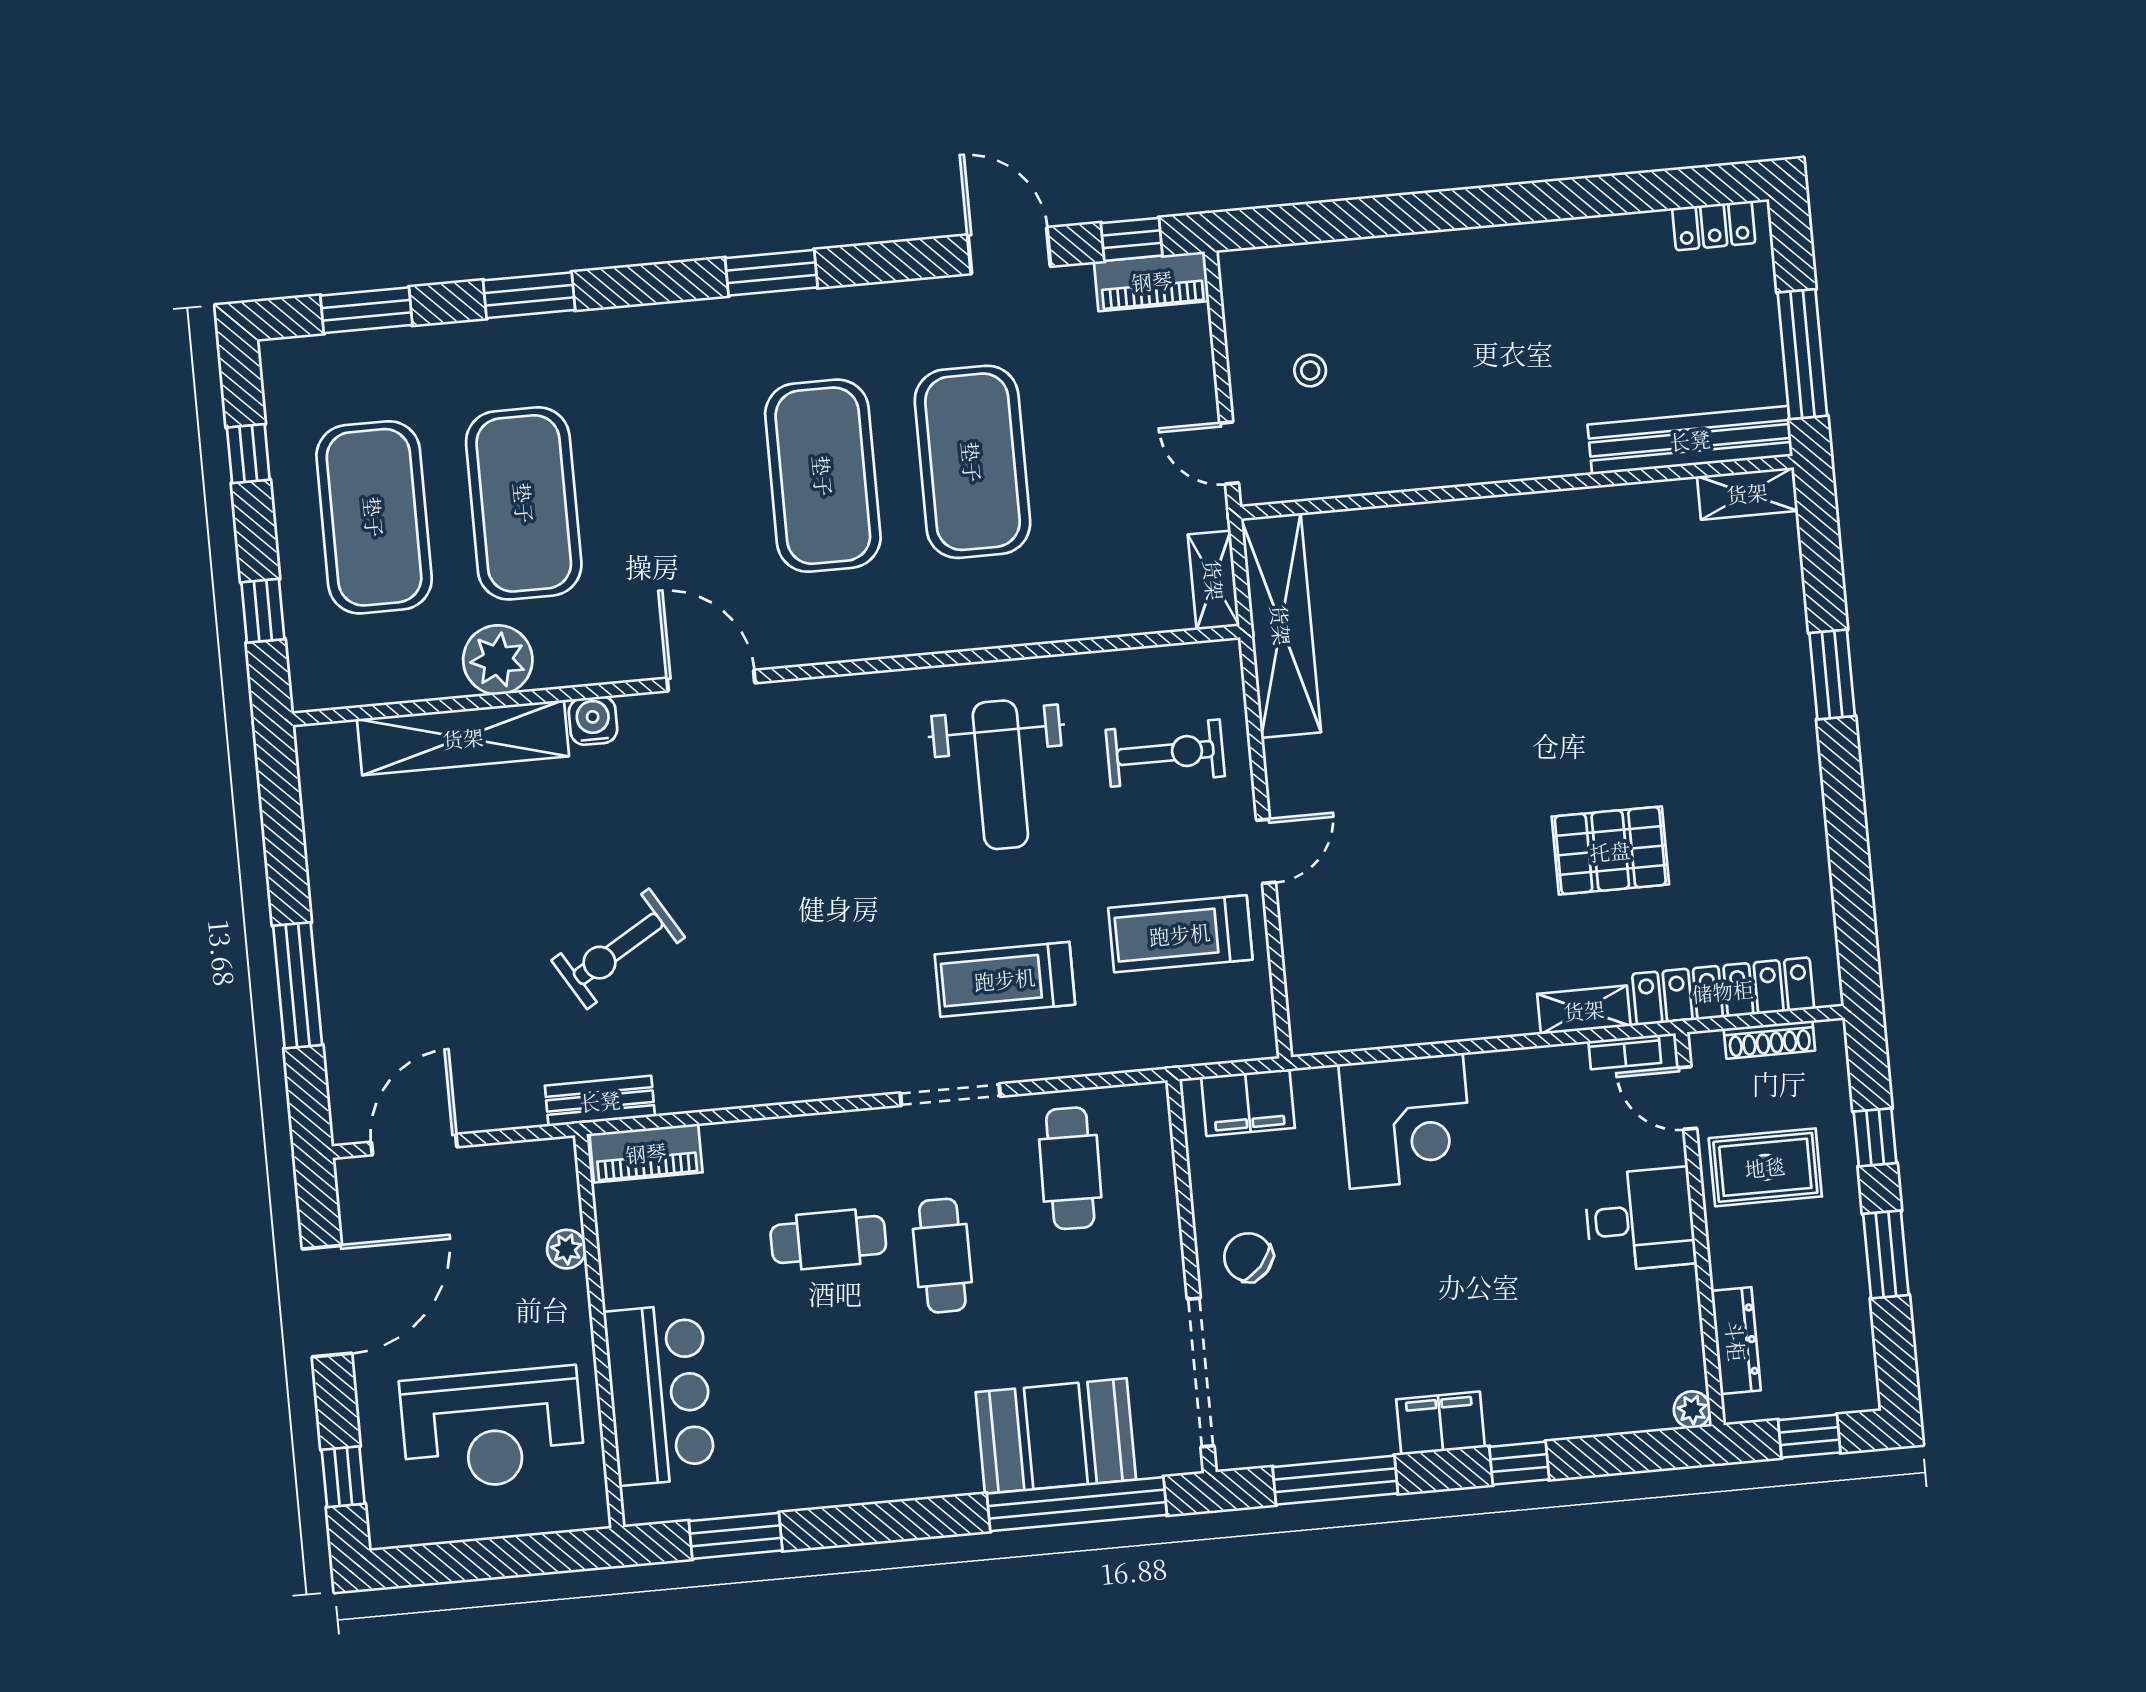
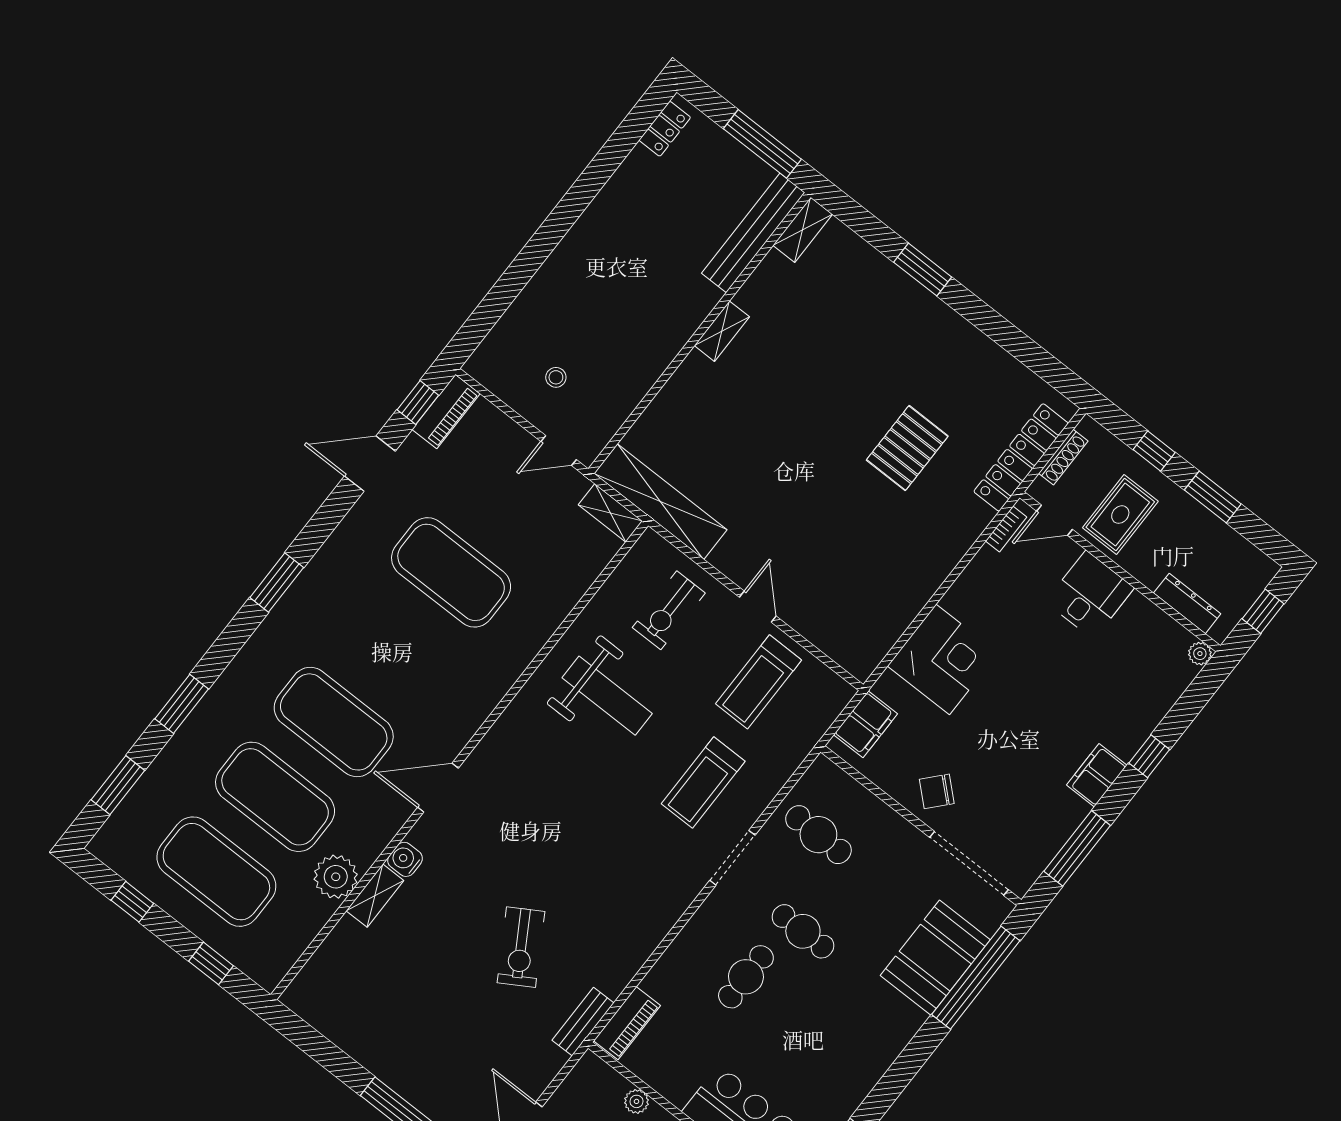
exercise mat: (823, 476) -> (334, 722), moved
shelving: (463, 738) -> (375, 896), width x0.45, depth x0.75
exercise bike: (1165, 753) -> (669, 610), turned 180
shelving: (1584, 1010) -> (722, 331), moved

